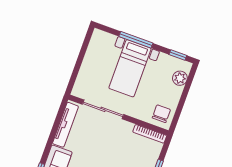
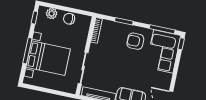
bed with nightstands: (130, 68) -> (48, 58), width x1.36
chair: (161, 114) -> (69, 19), moved

